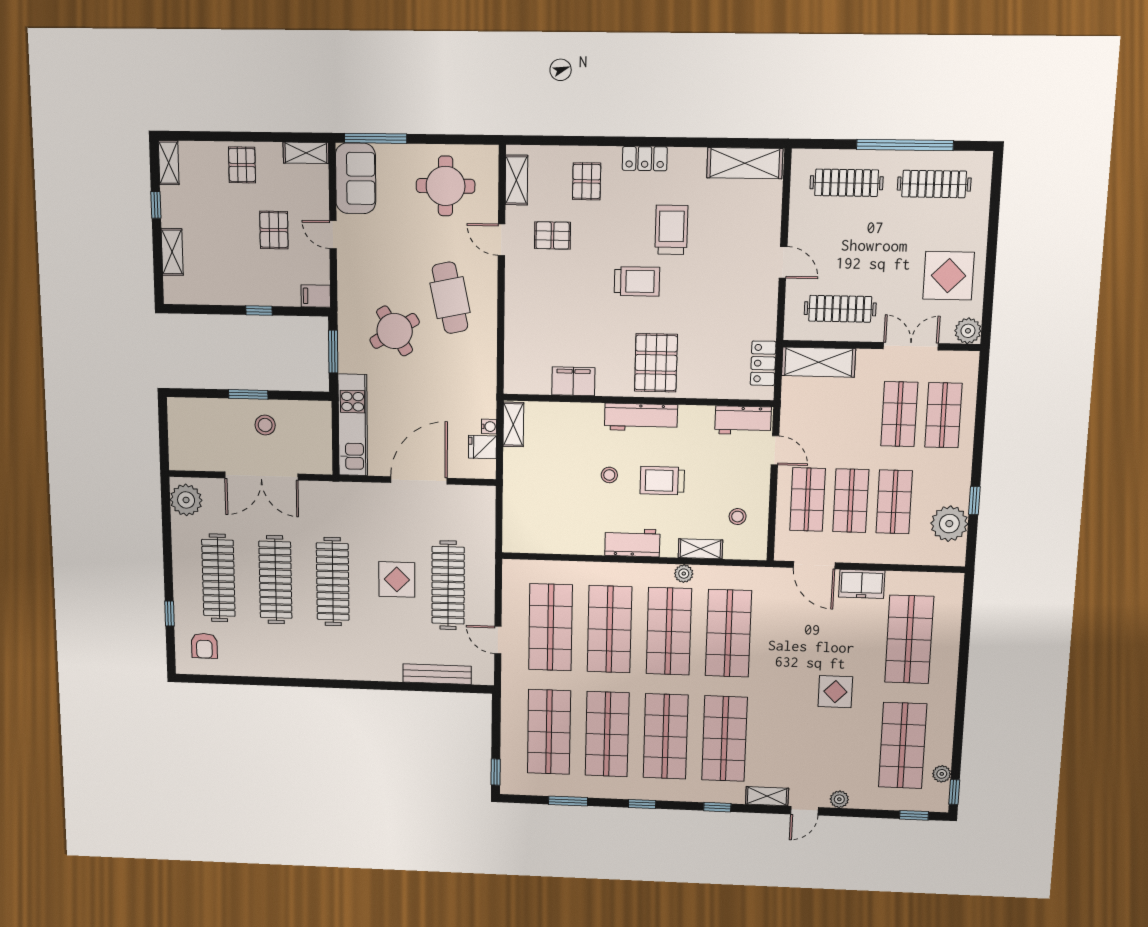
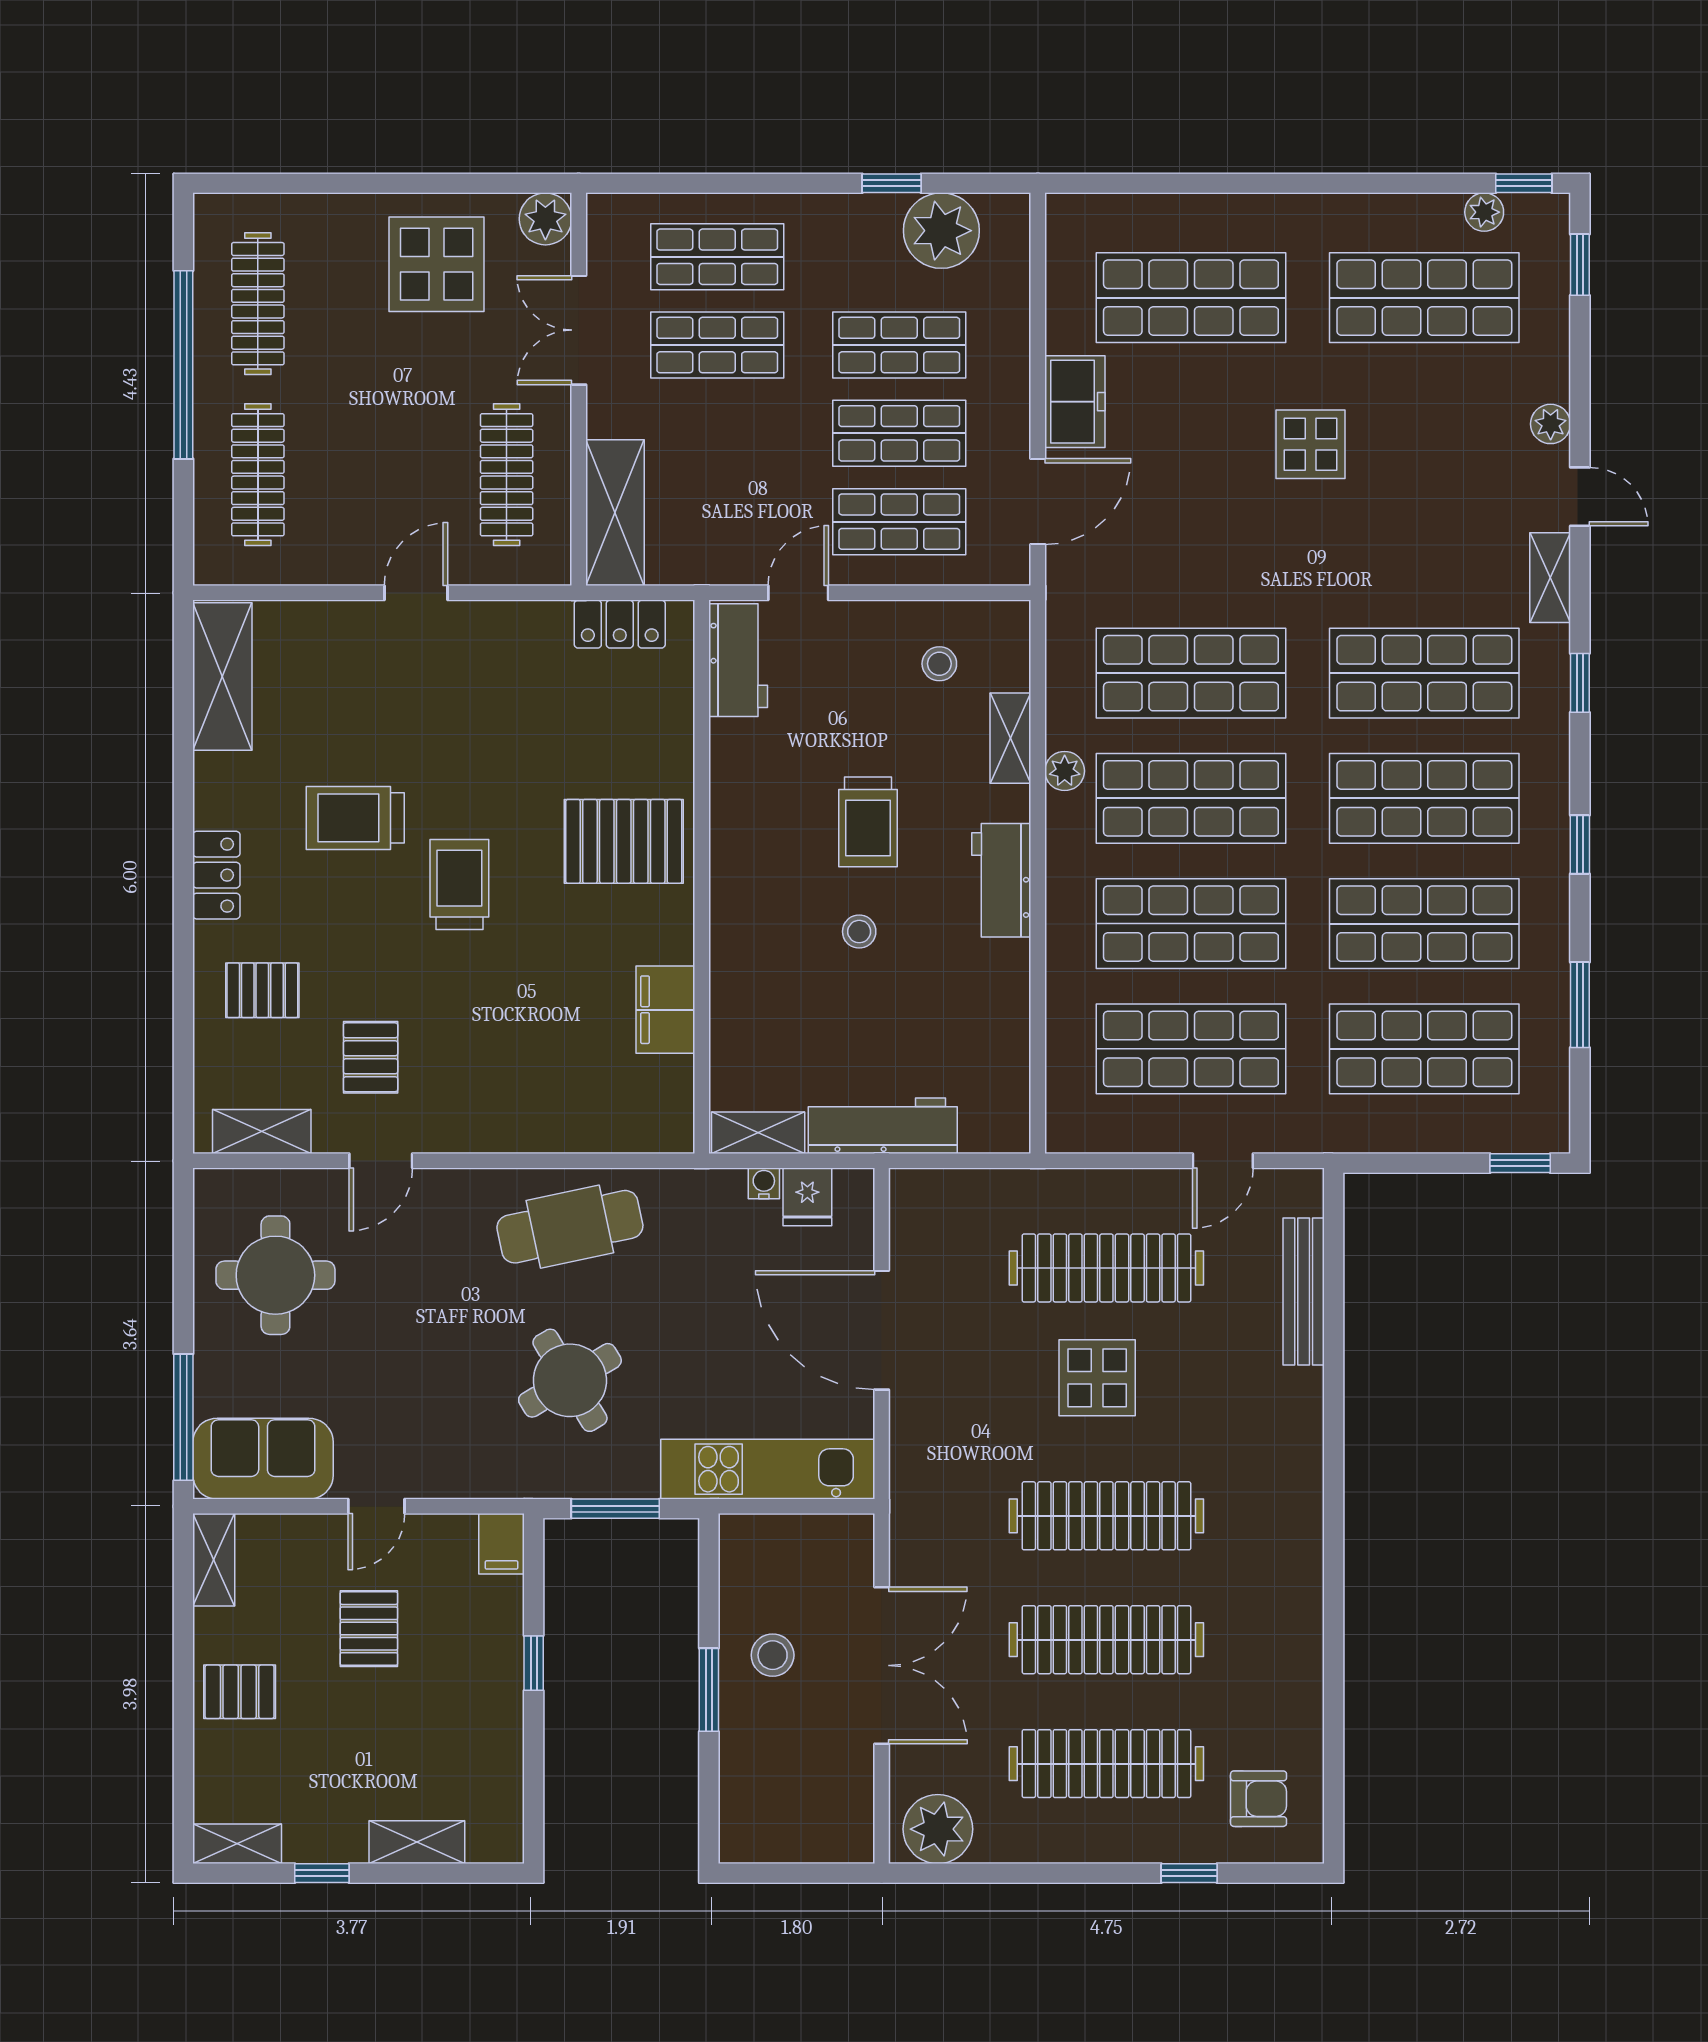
pallet: (274, 230) -> (369, 1629), turned 90
cafe table: (450, 298) -> (570, 1227), moved
workbench: (641, 417) -> (883, 1126), moved, turned -90

